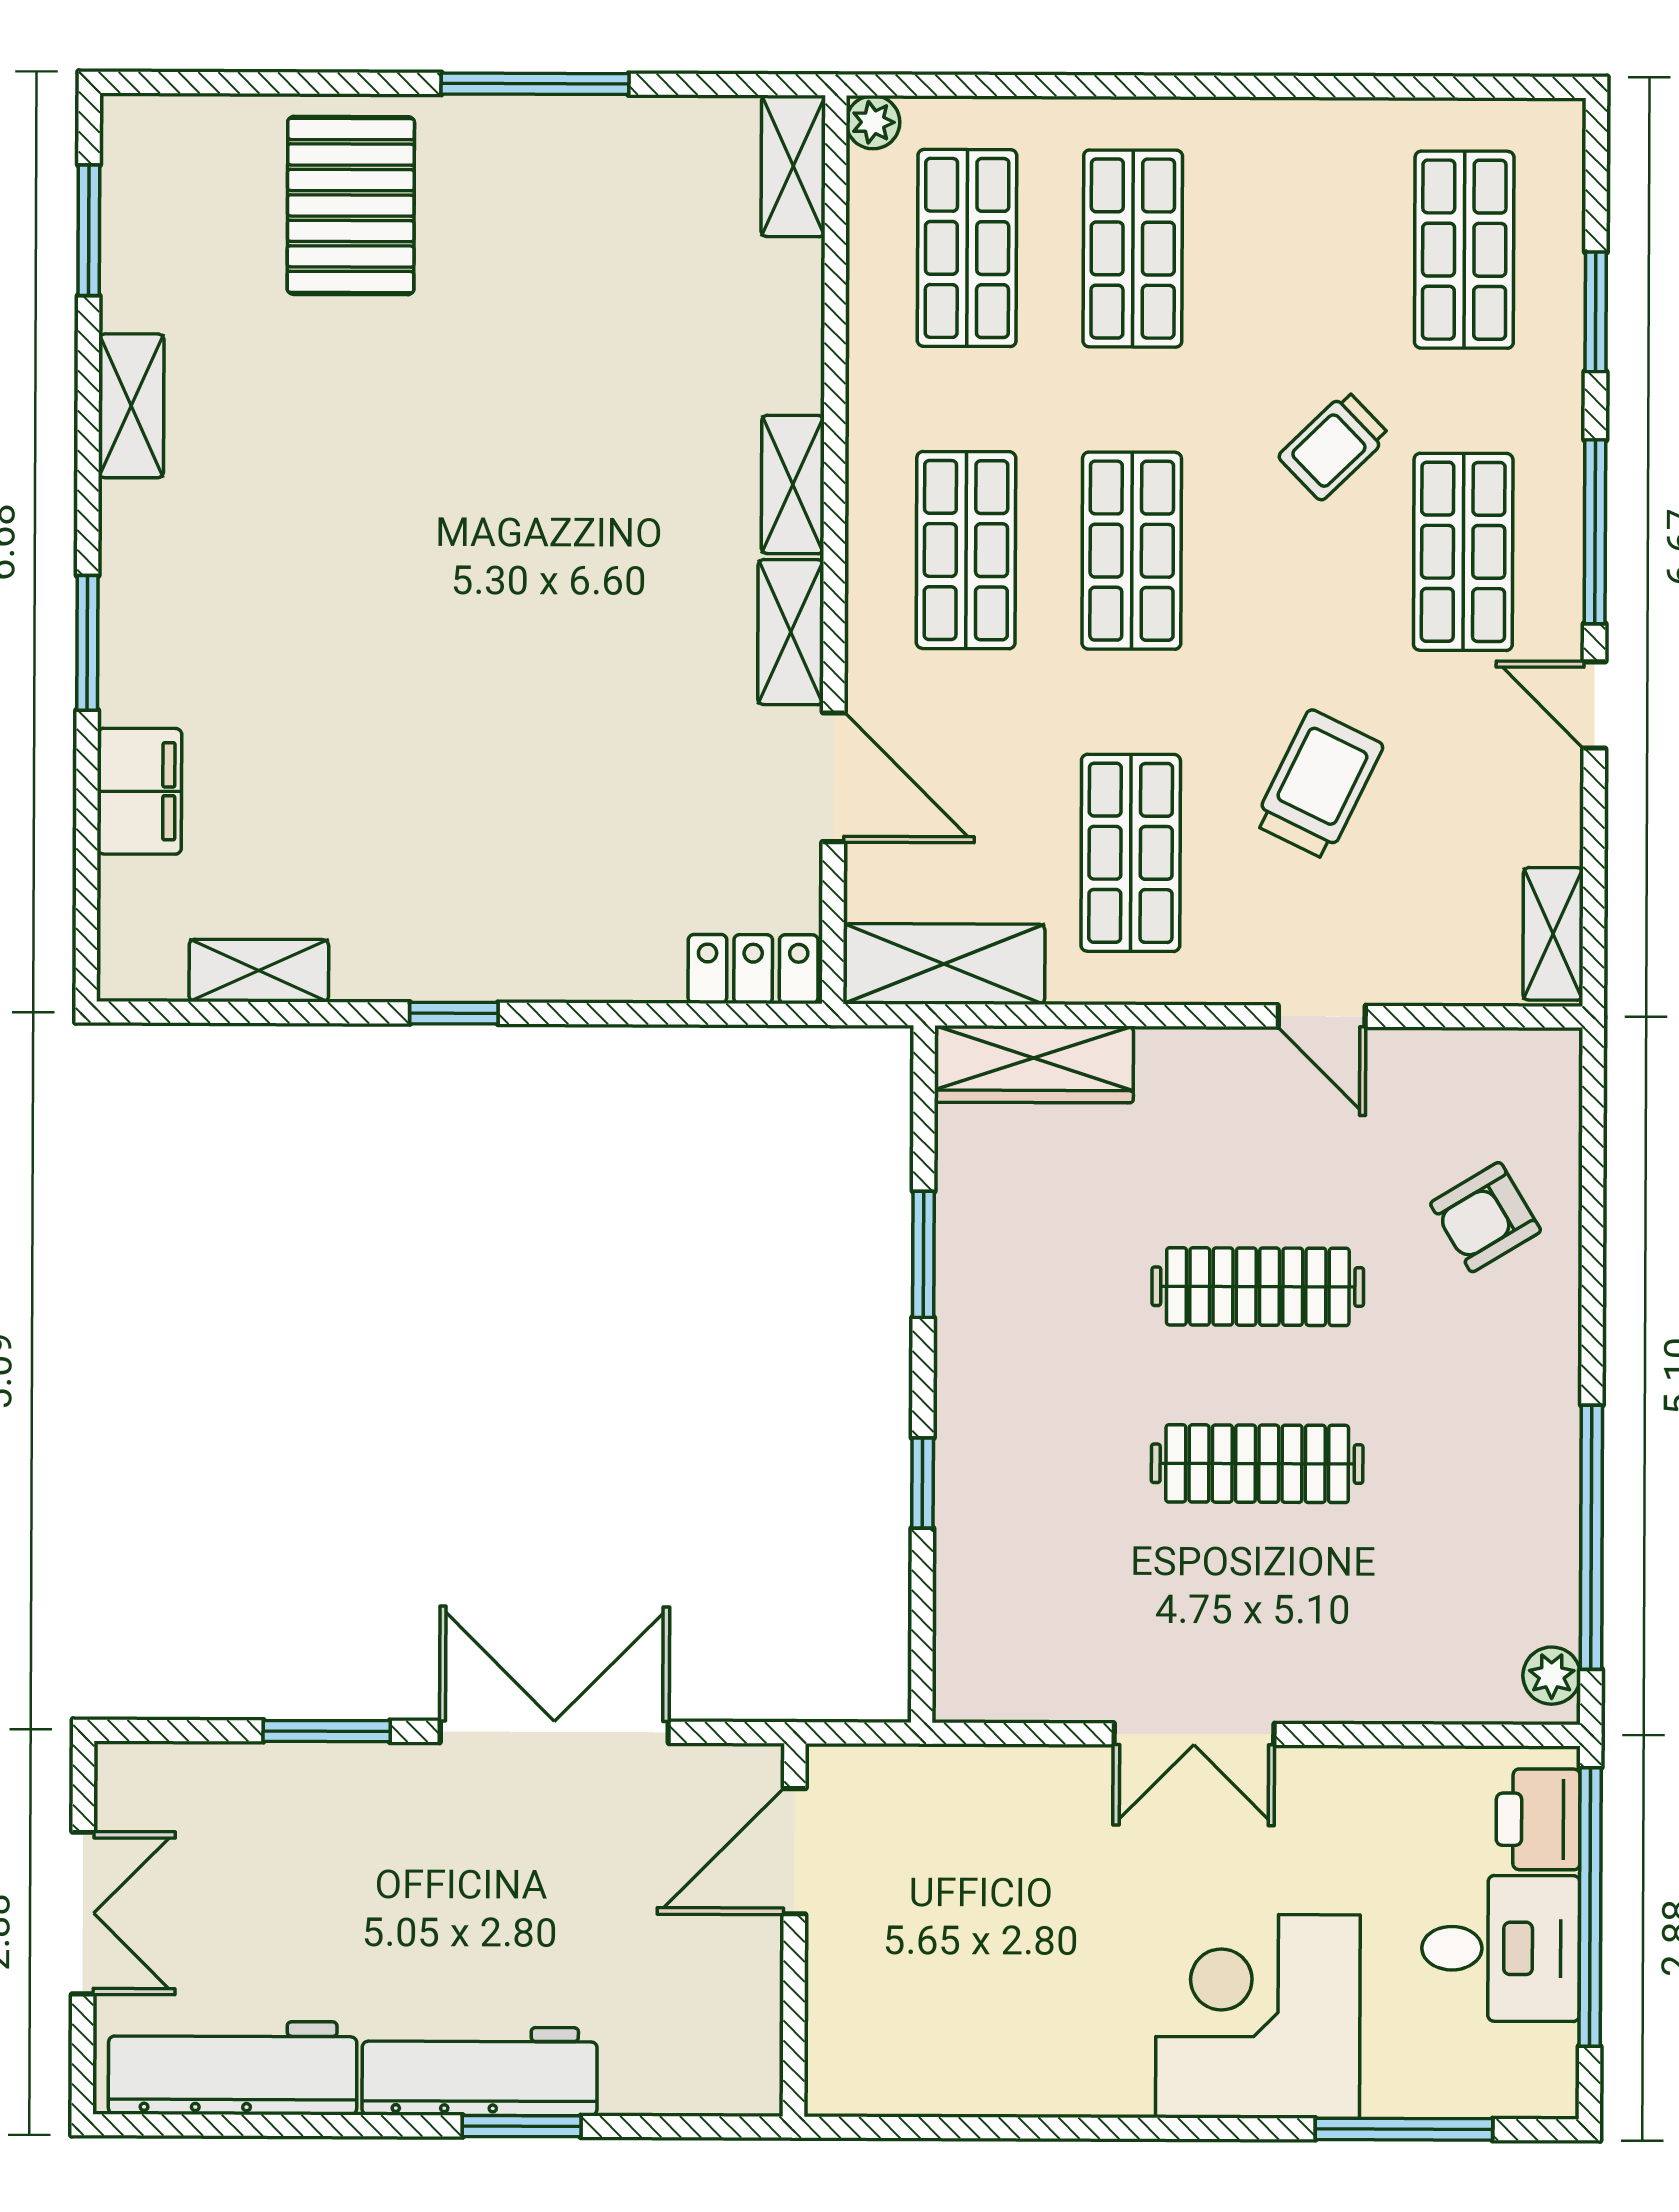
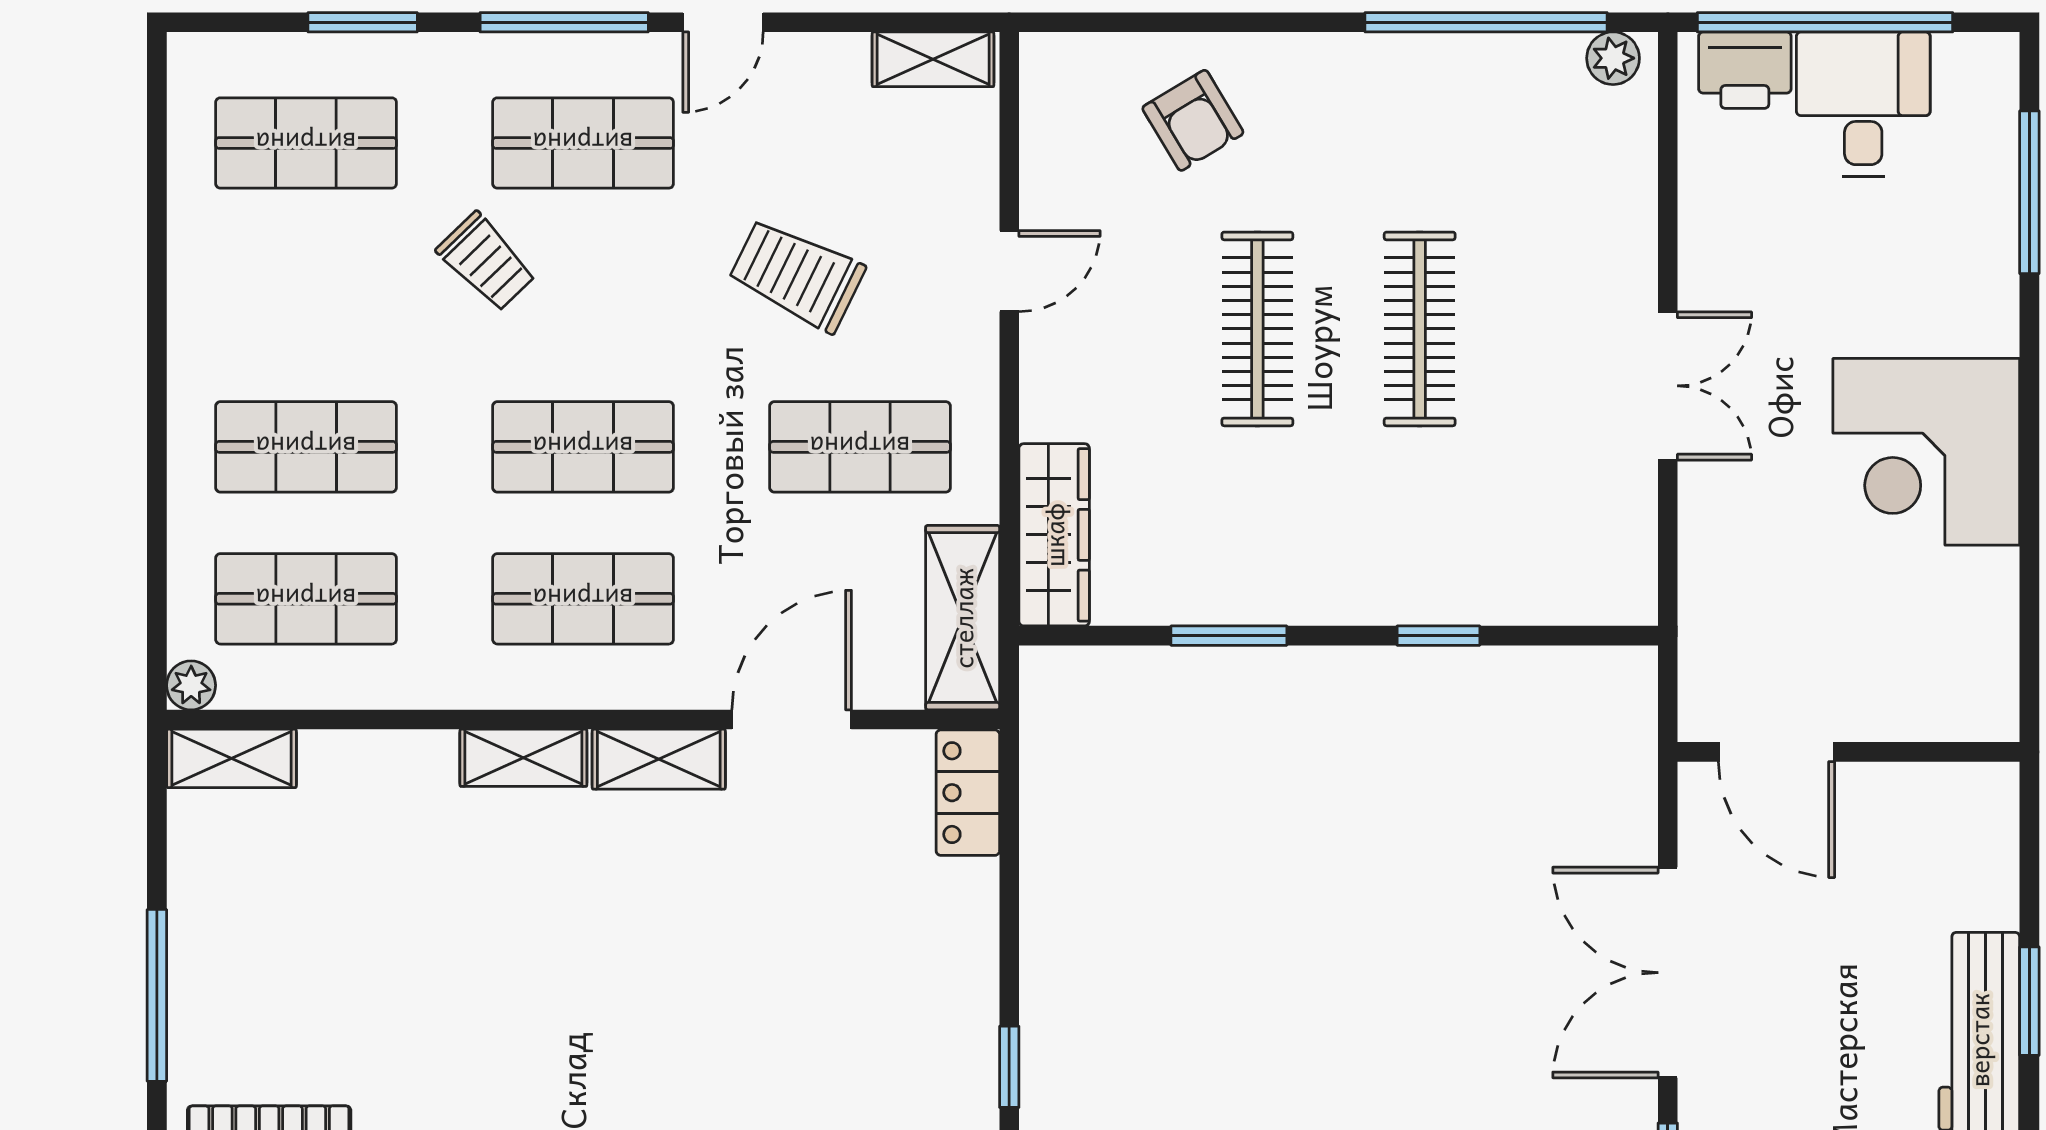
corner desk: (1258, 2016) -> (1926, 452), moved

